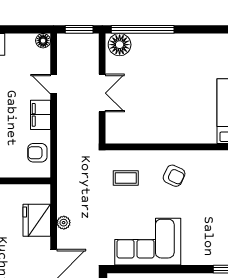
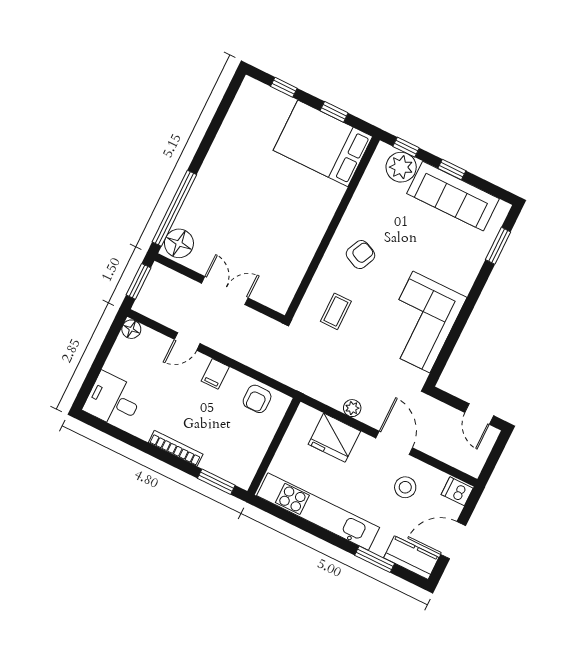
filing cabinet: (41, 115) -> (215, 374), width x0.50

